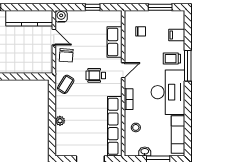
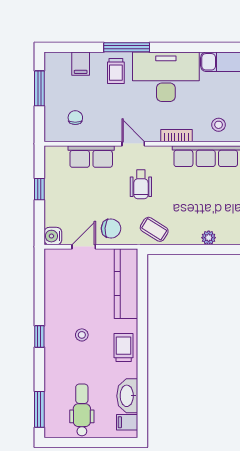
kitchen counter: (29, 18) -> (126, 284), moved, turned 180

